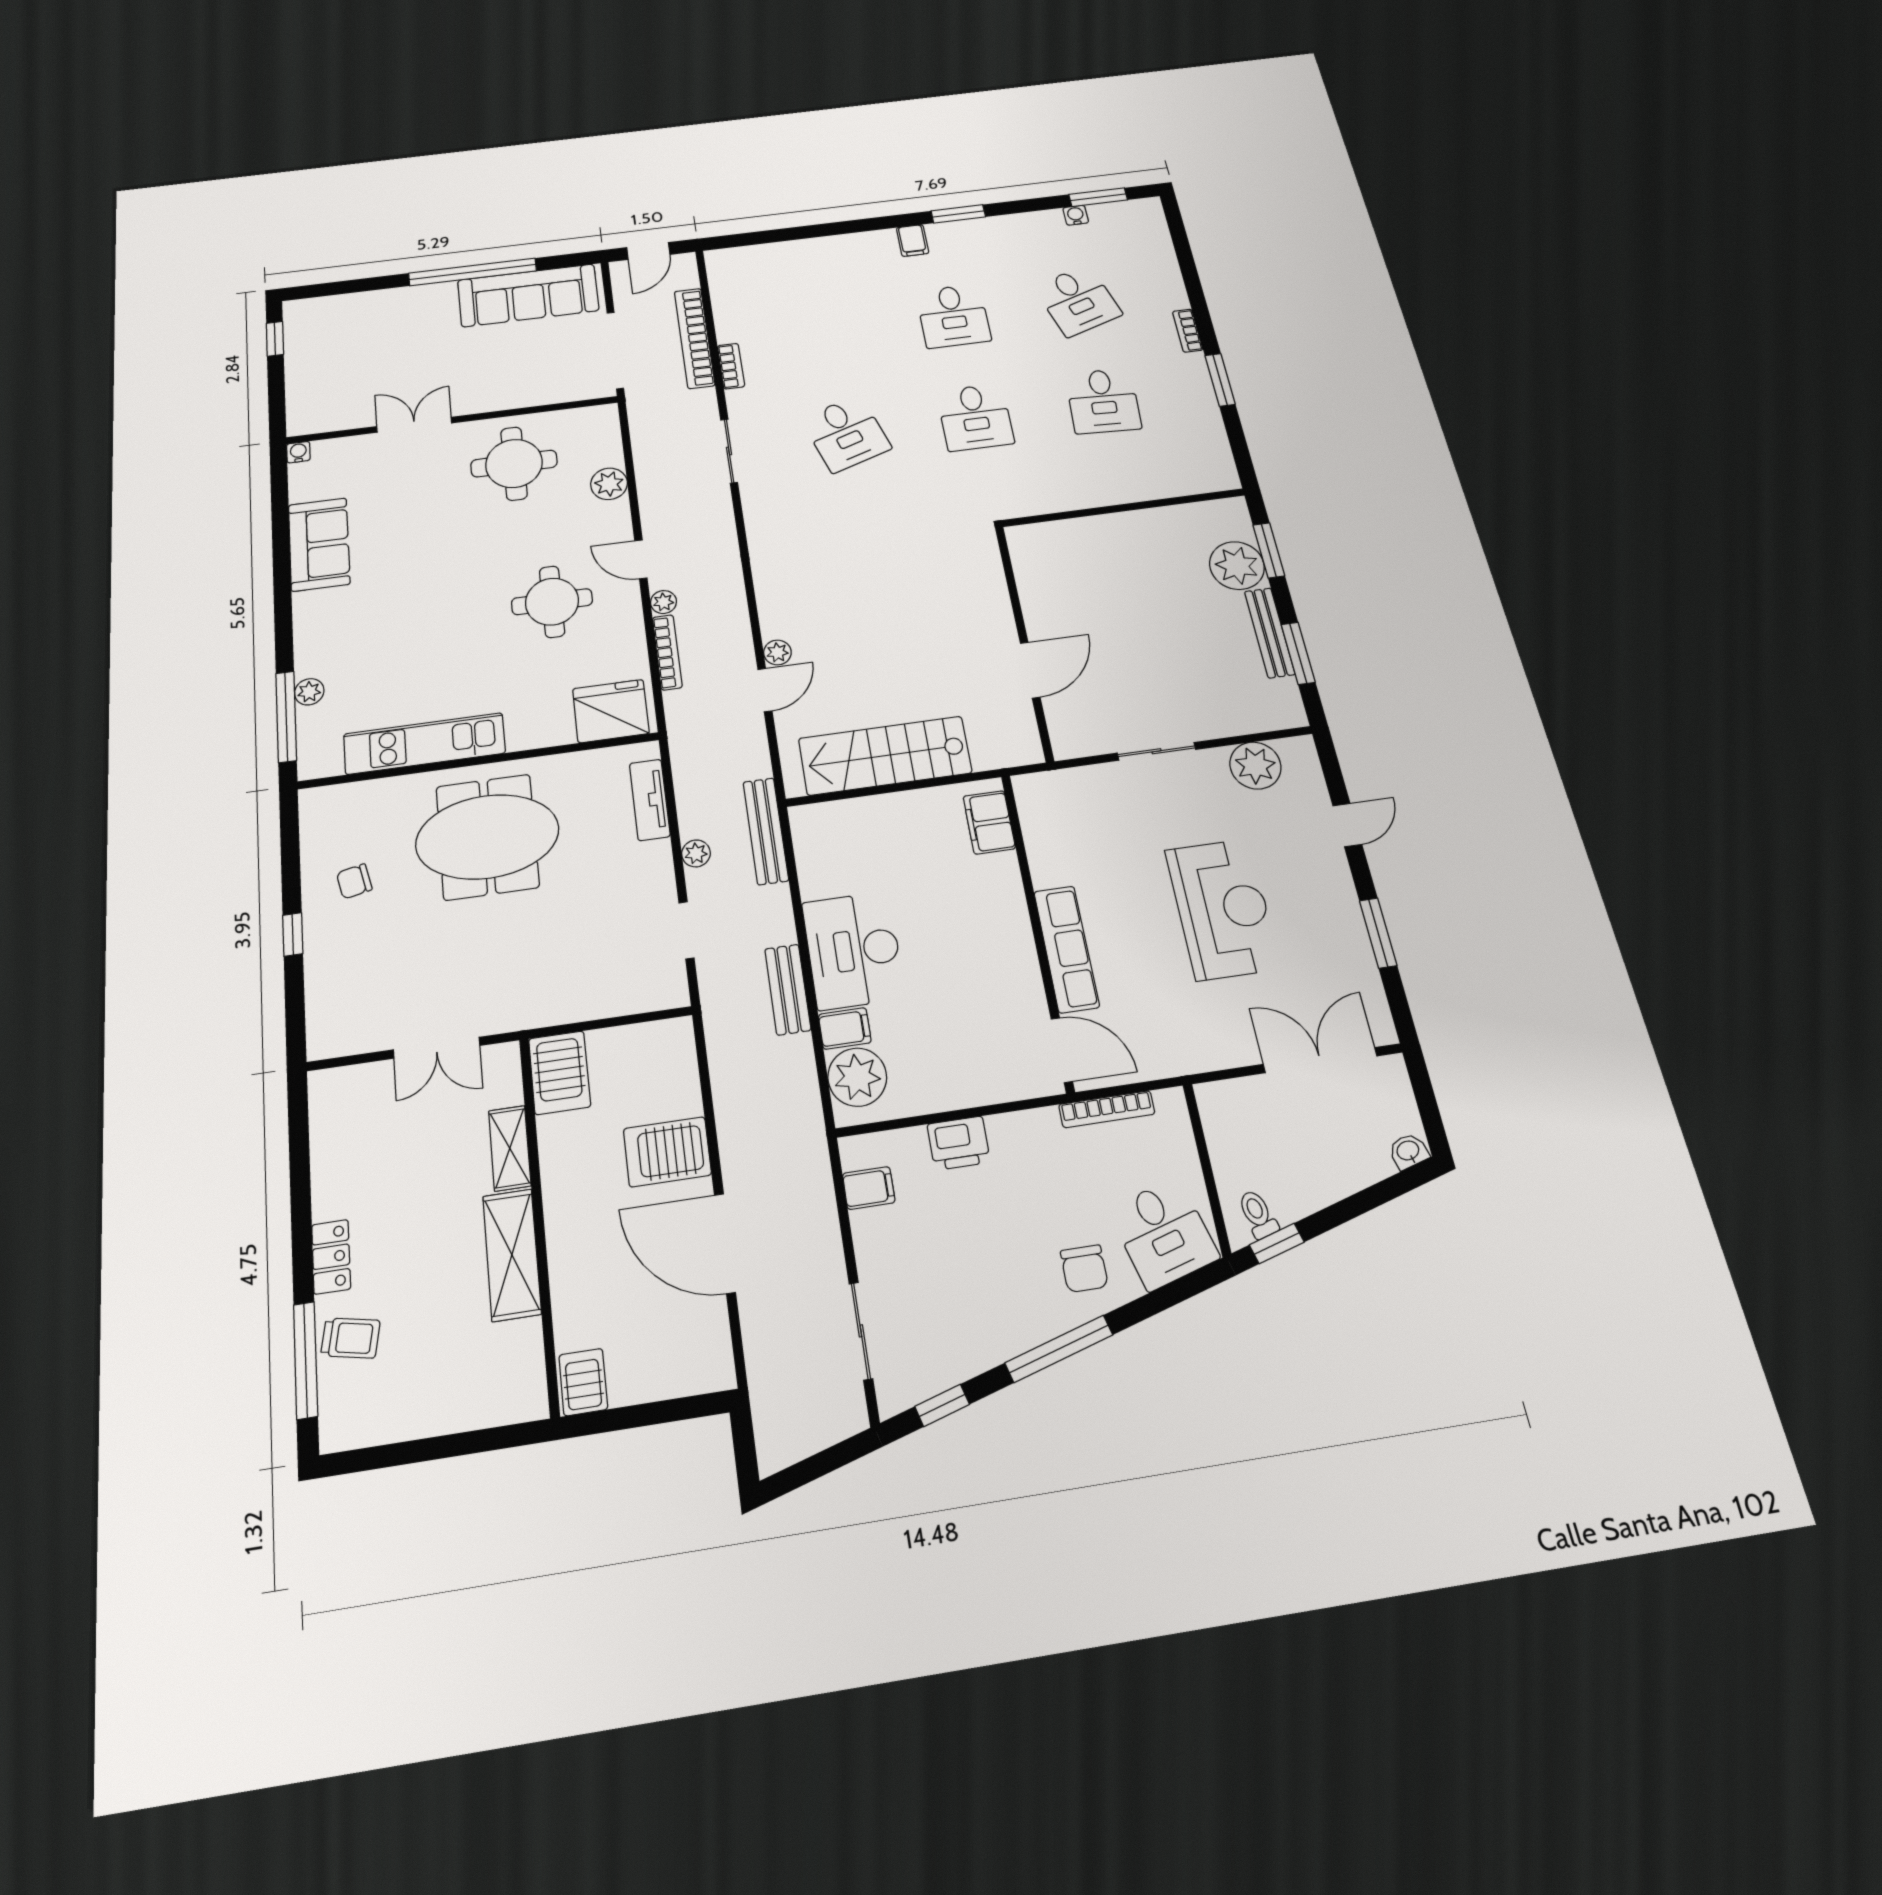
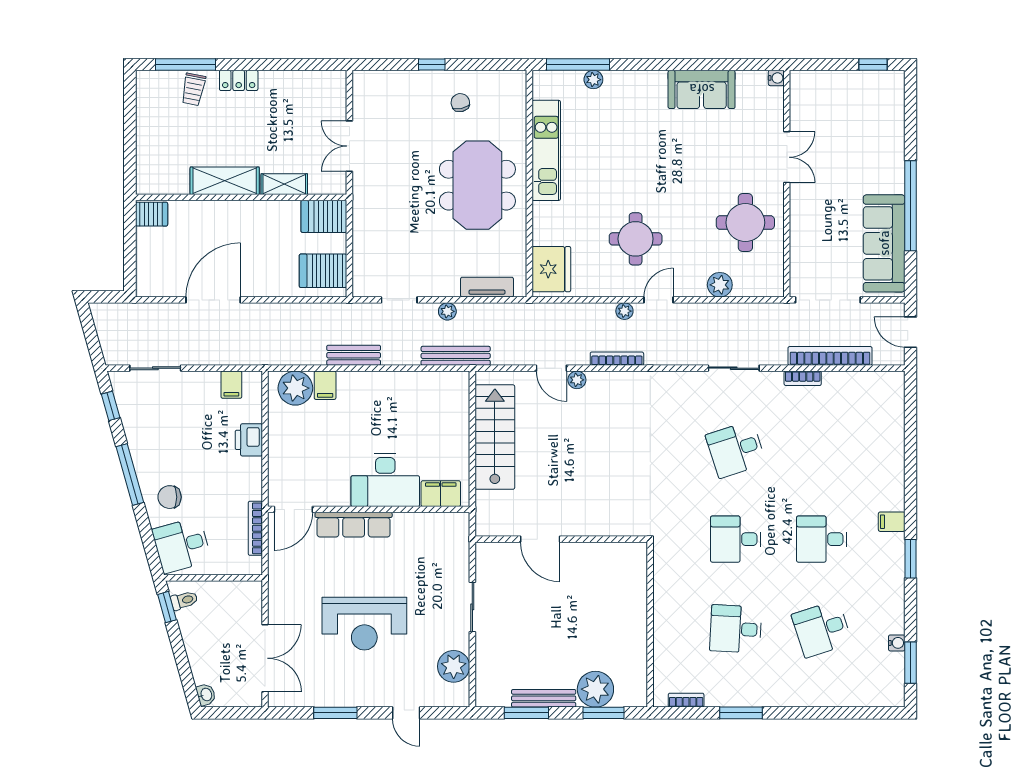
bookcase: (1188, 331) -> (686, 700), moved
bookcase: (667, 652) -> (617, 359), moved, turned 180
desk: (854, 950) -> (385, 480), moved, turned 180
server rack: (667, 1152) -> (323, 271), moved, turned -90

